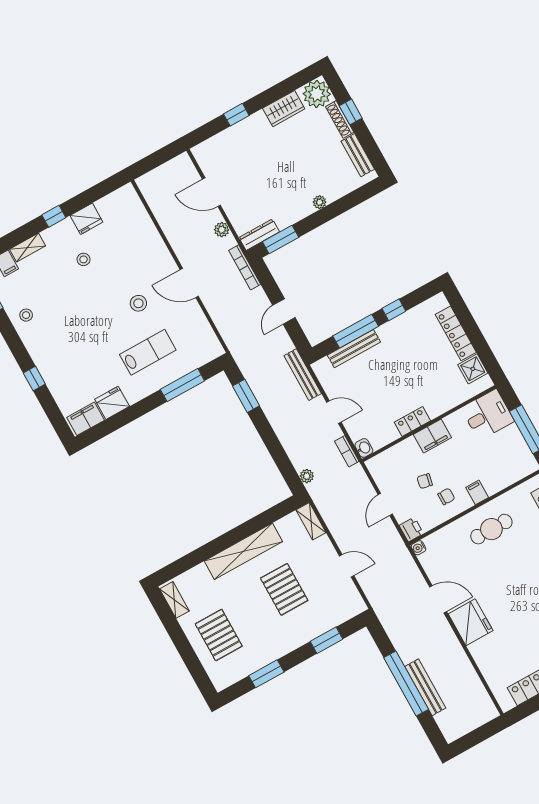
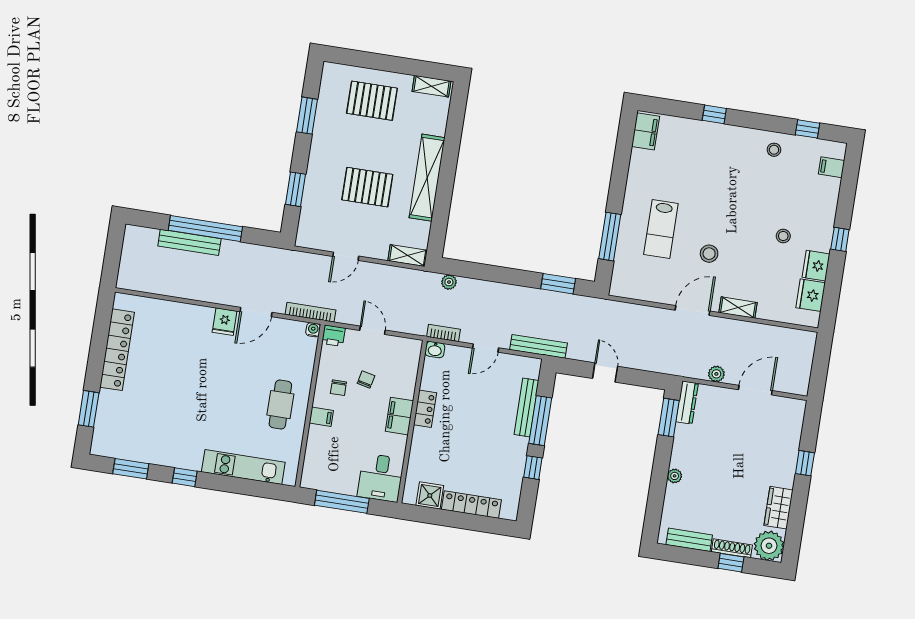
shelving: (27, 248) -> (738, 308), moved, turned 90
bookcase: (245, 267) -> (310, 312), moved
fridge: (112, 403) -> (811, 295), moved, turned 180
fridge: (471, 622) -> (225, 322), width x0.53, depth x0.75

